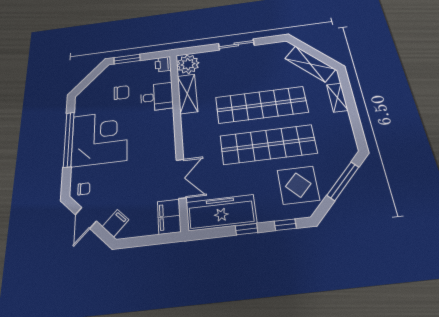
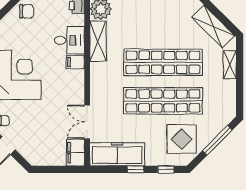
chair: (121, 93) -> (27, 11), moved
double door: (181, 179) -> (87, 122), swing flipped
filing cabinet: (115, 223) -> (75, 62), moved, turned -135

